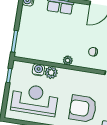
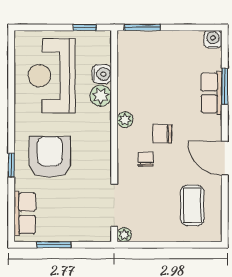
chair: (80, 39) -> (162, 134), added
reception desk: (35, 100) -> (52, 76), turned 180

